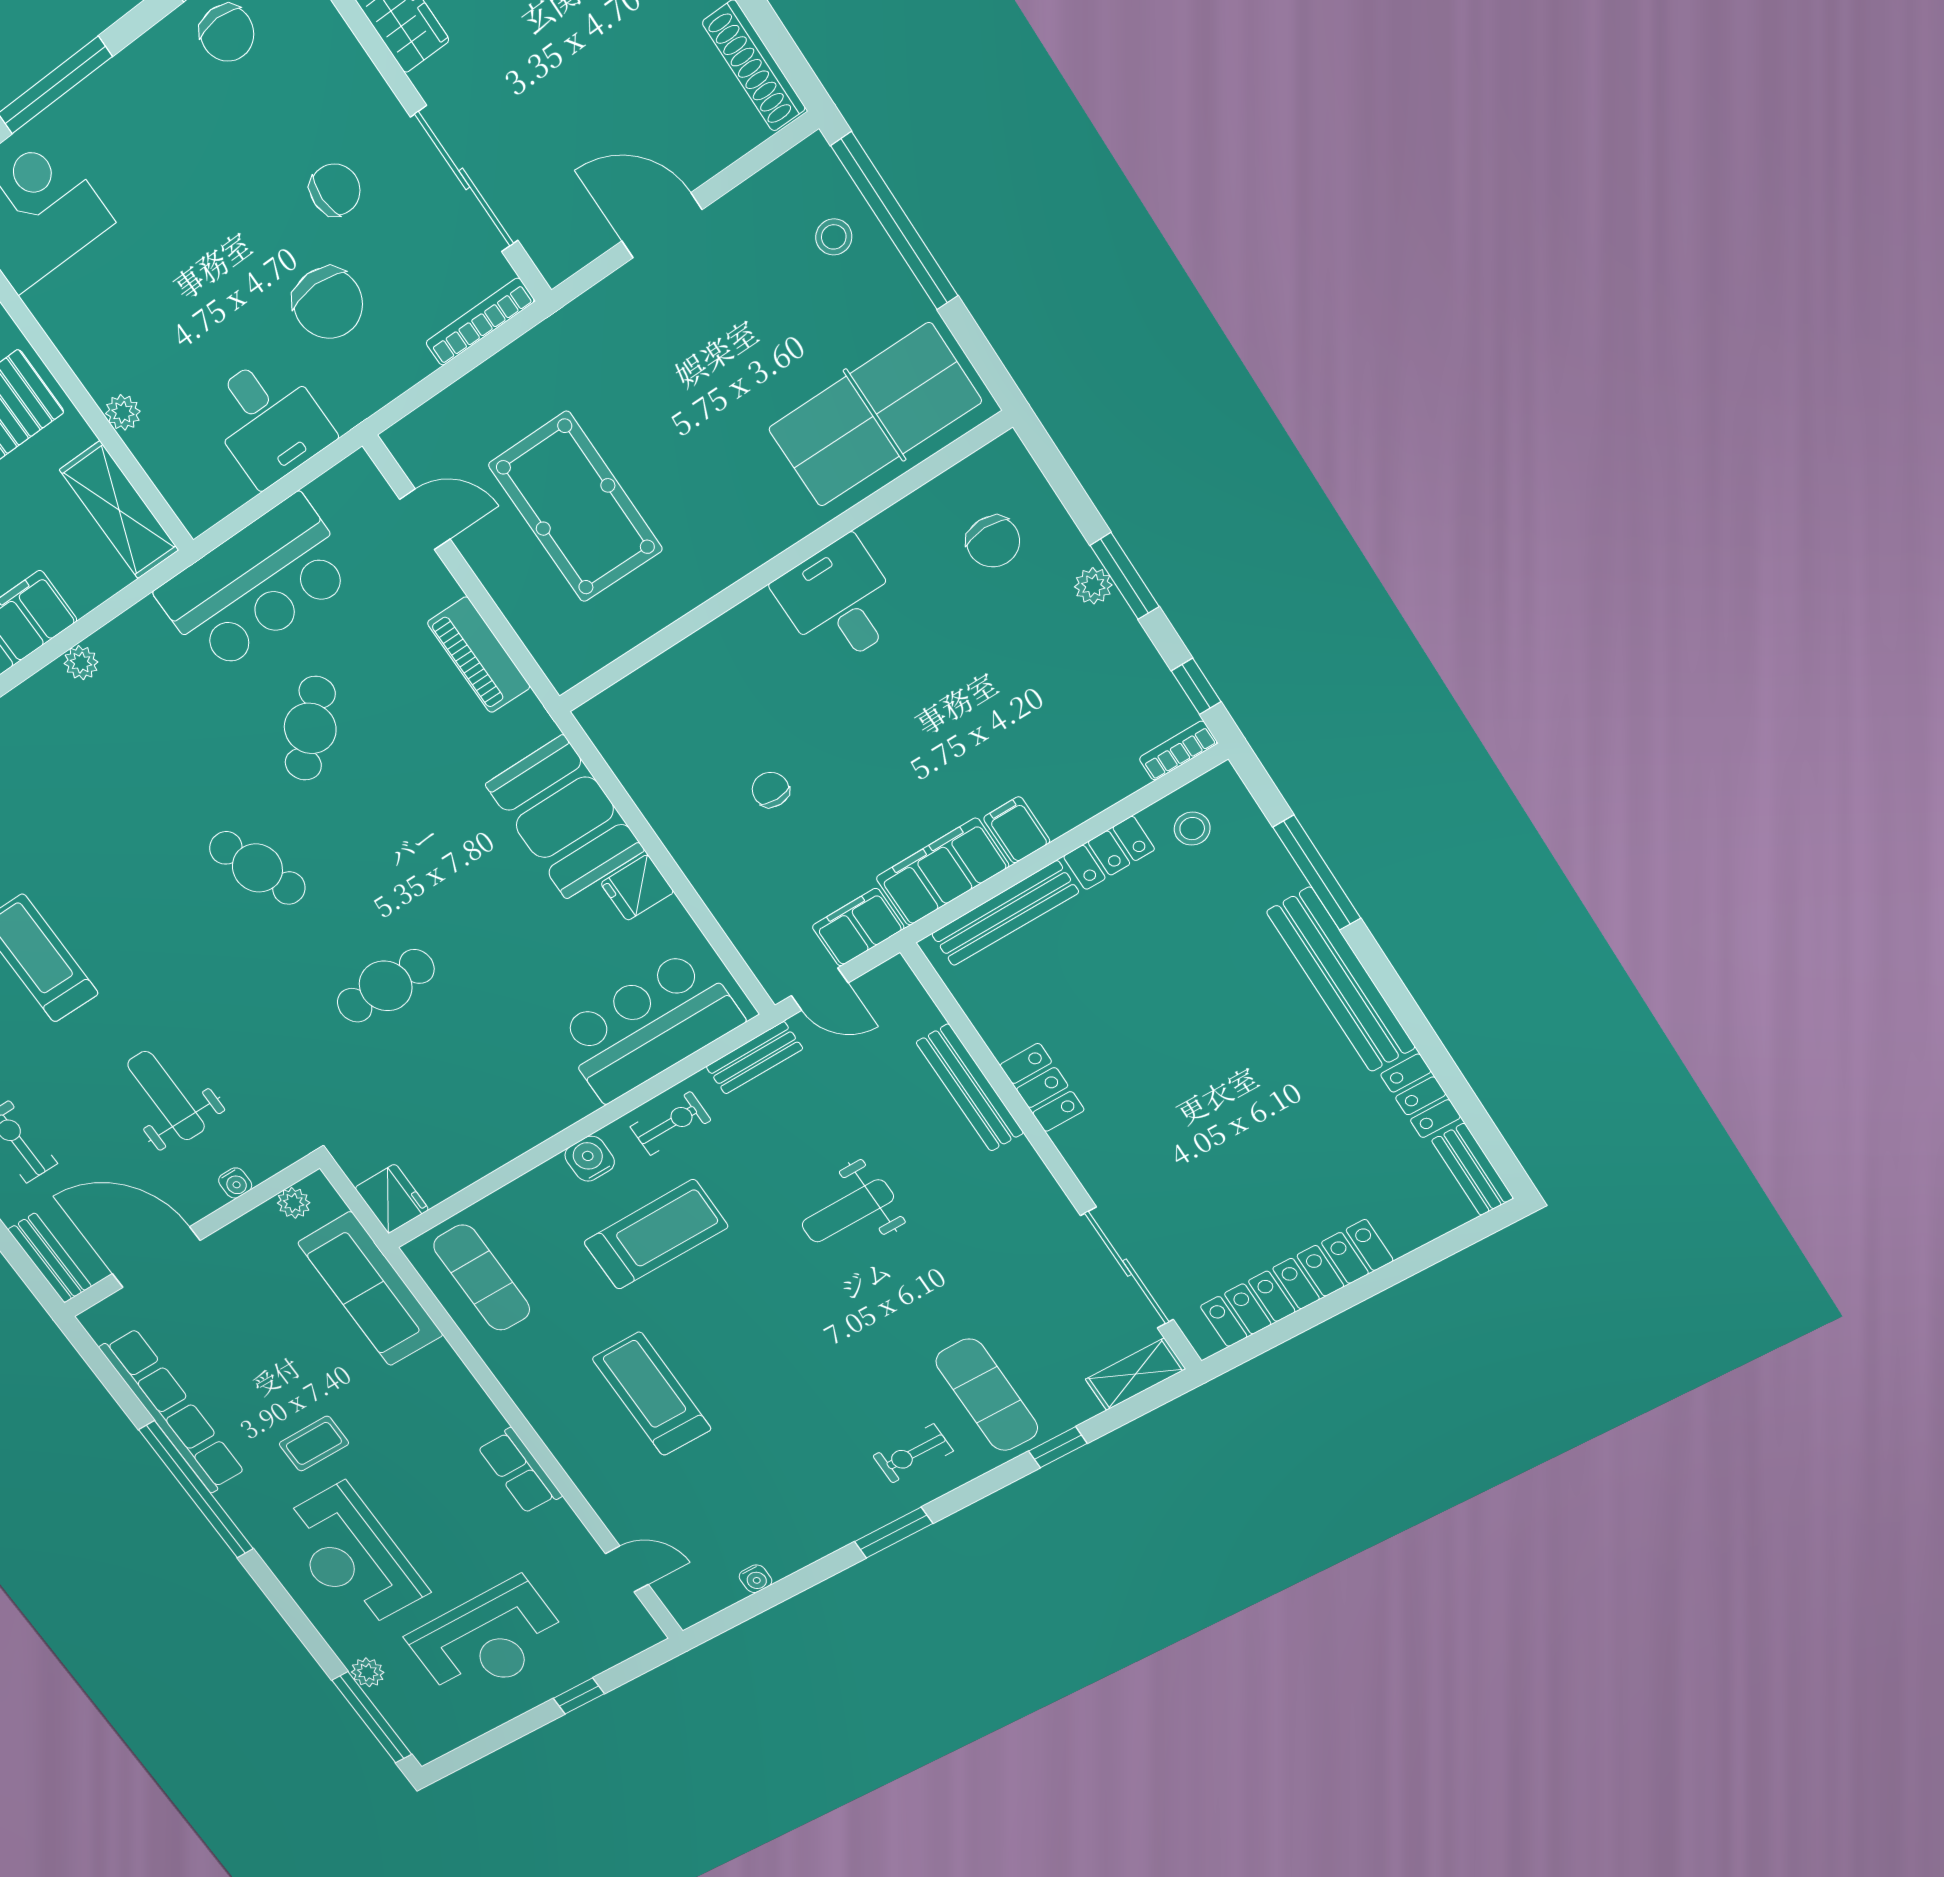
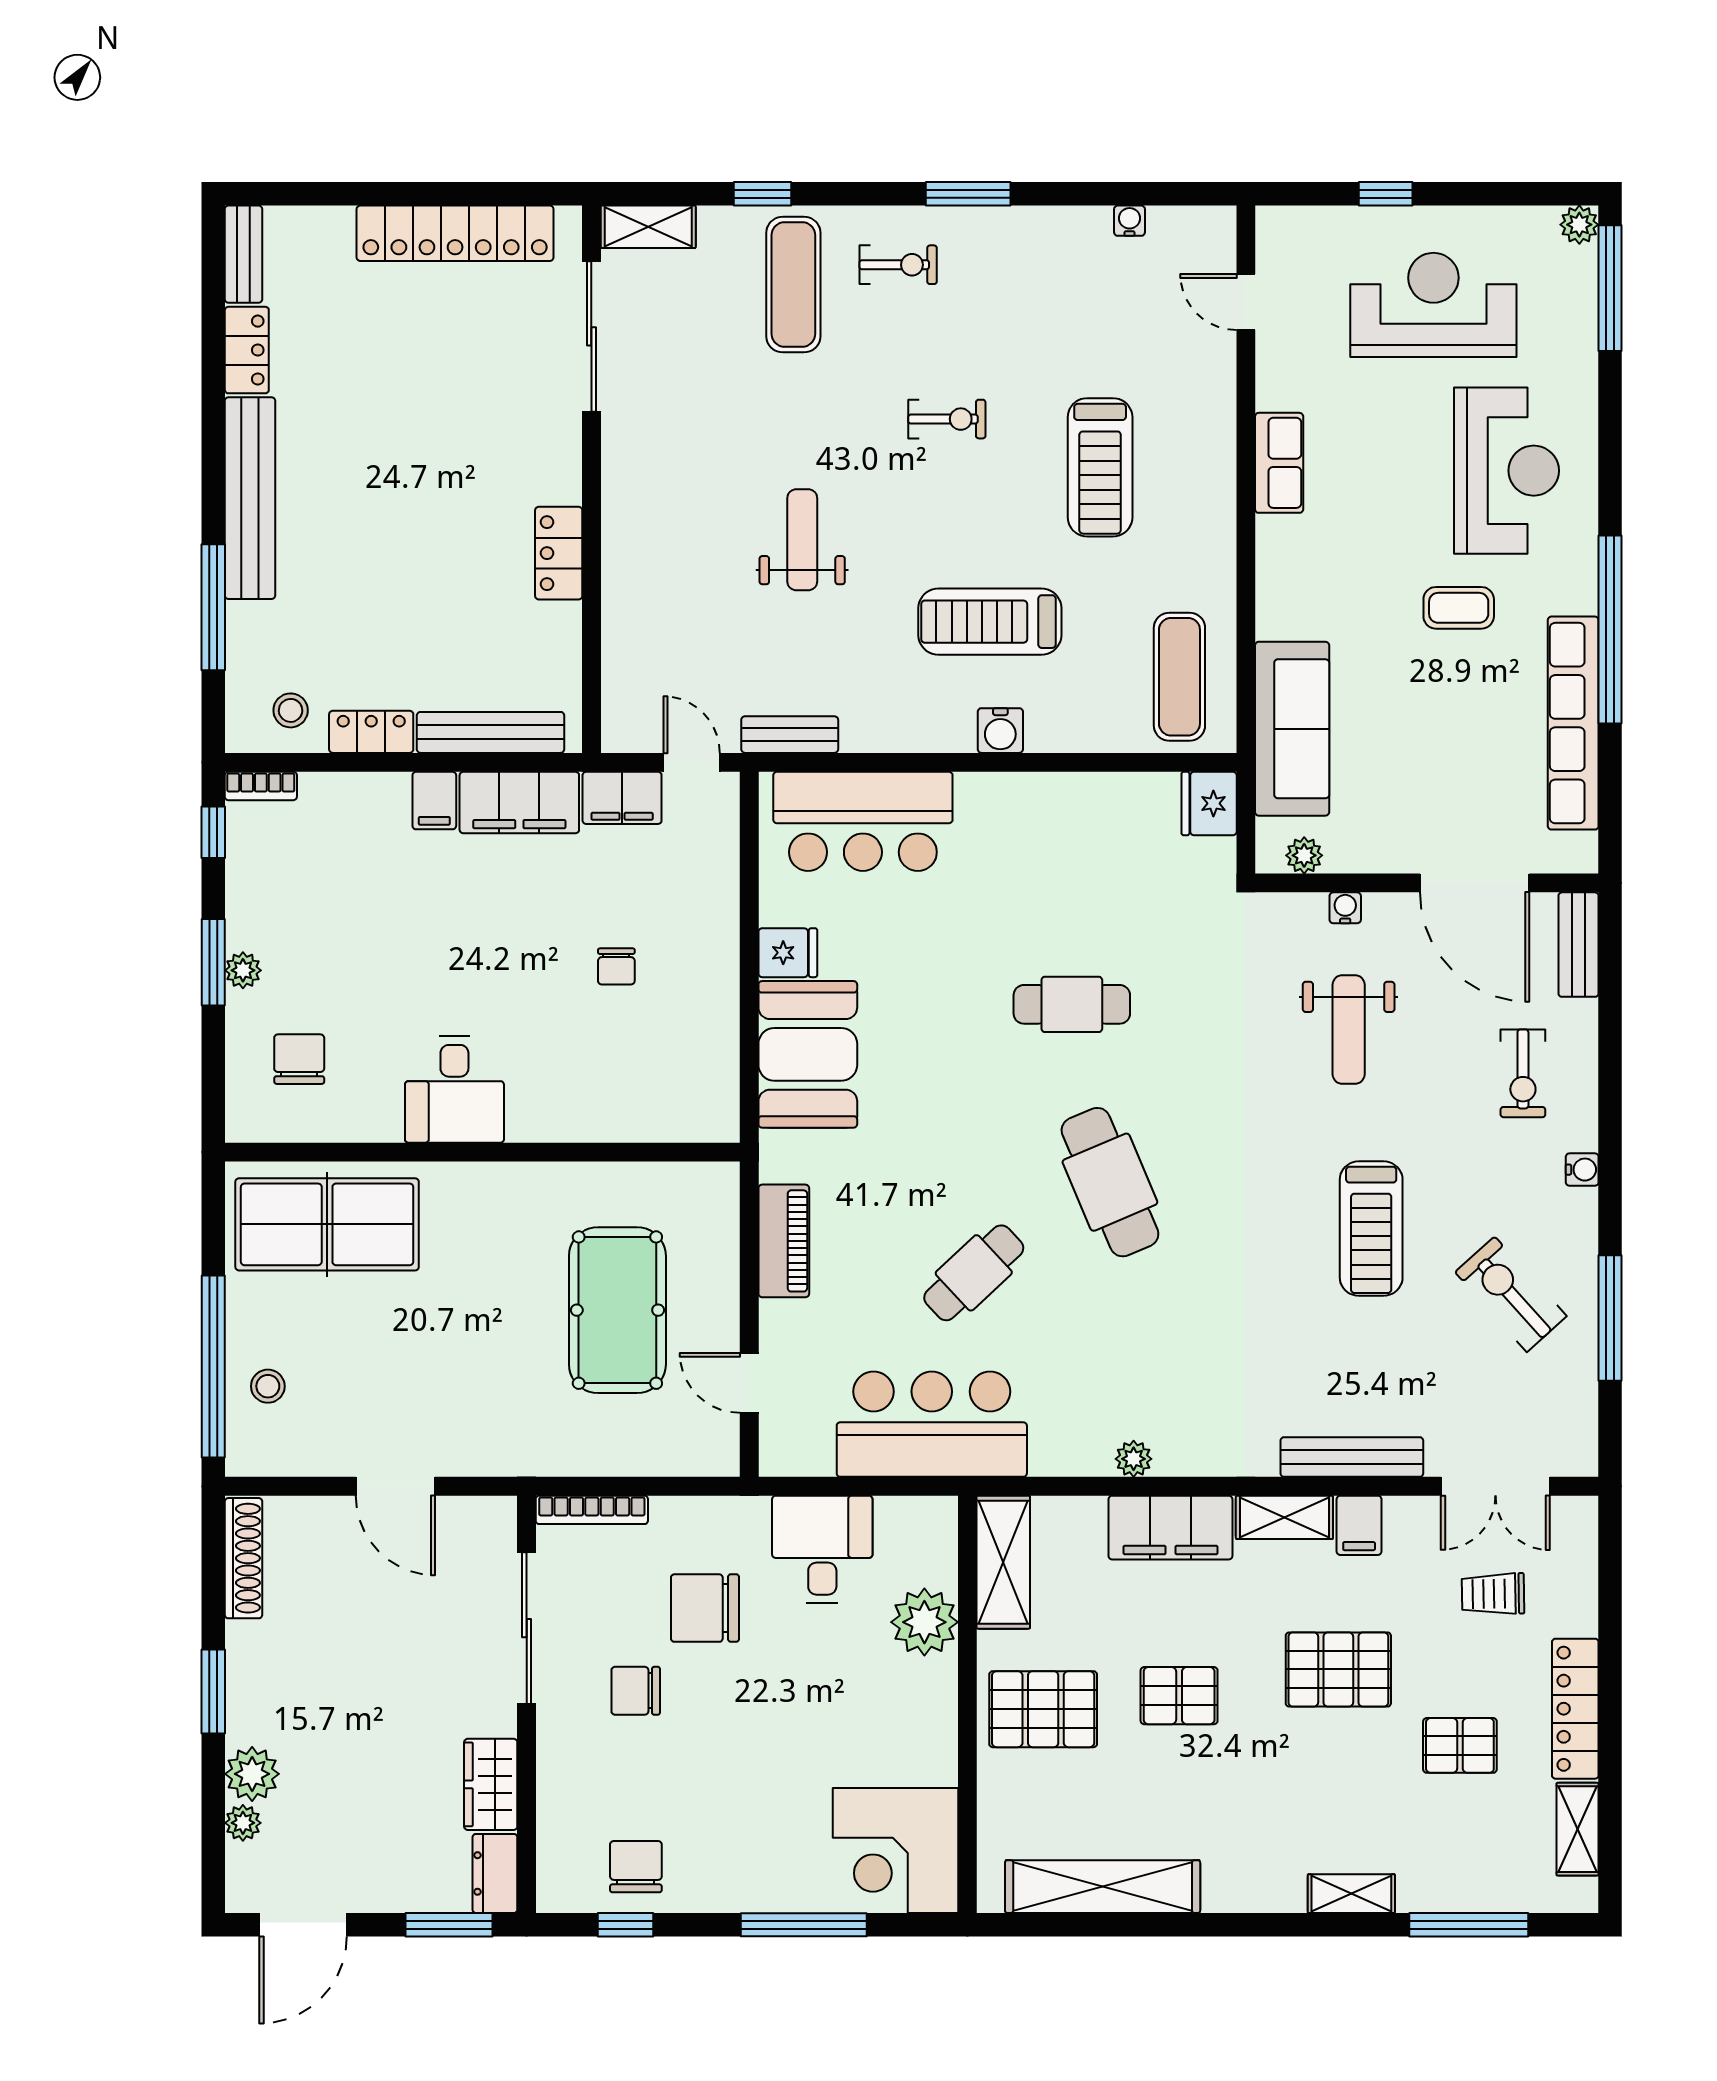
chair: (328, 303) -> (705, 1608), turned -90
plant: (123, 412) -> (924, 1622), width x1.87, depth x1.87
cafe table: (257, 868) -> (1110, 1182), width x1.37, depth x1.35
bench: (970, 1088) -> (621, 591), removed
exercise bike: (671, 1123) -> (947, 419), moved, turned 180
weight bench: (848, 1211) -> (802, 540), turned -90
plant: (368, 1672) -> (1579, 225), moved

